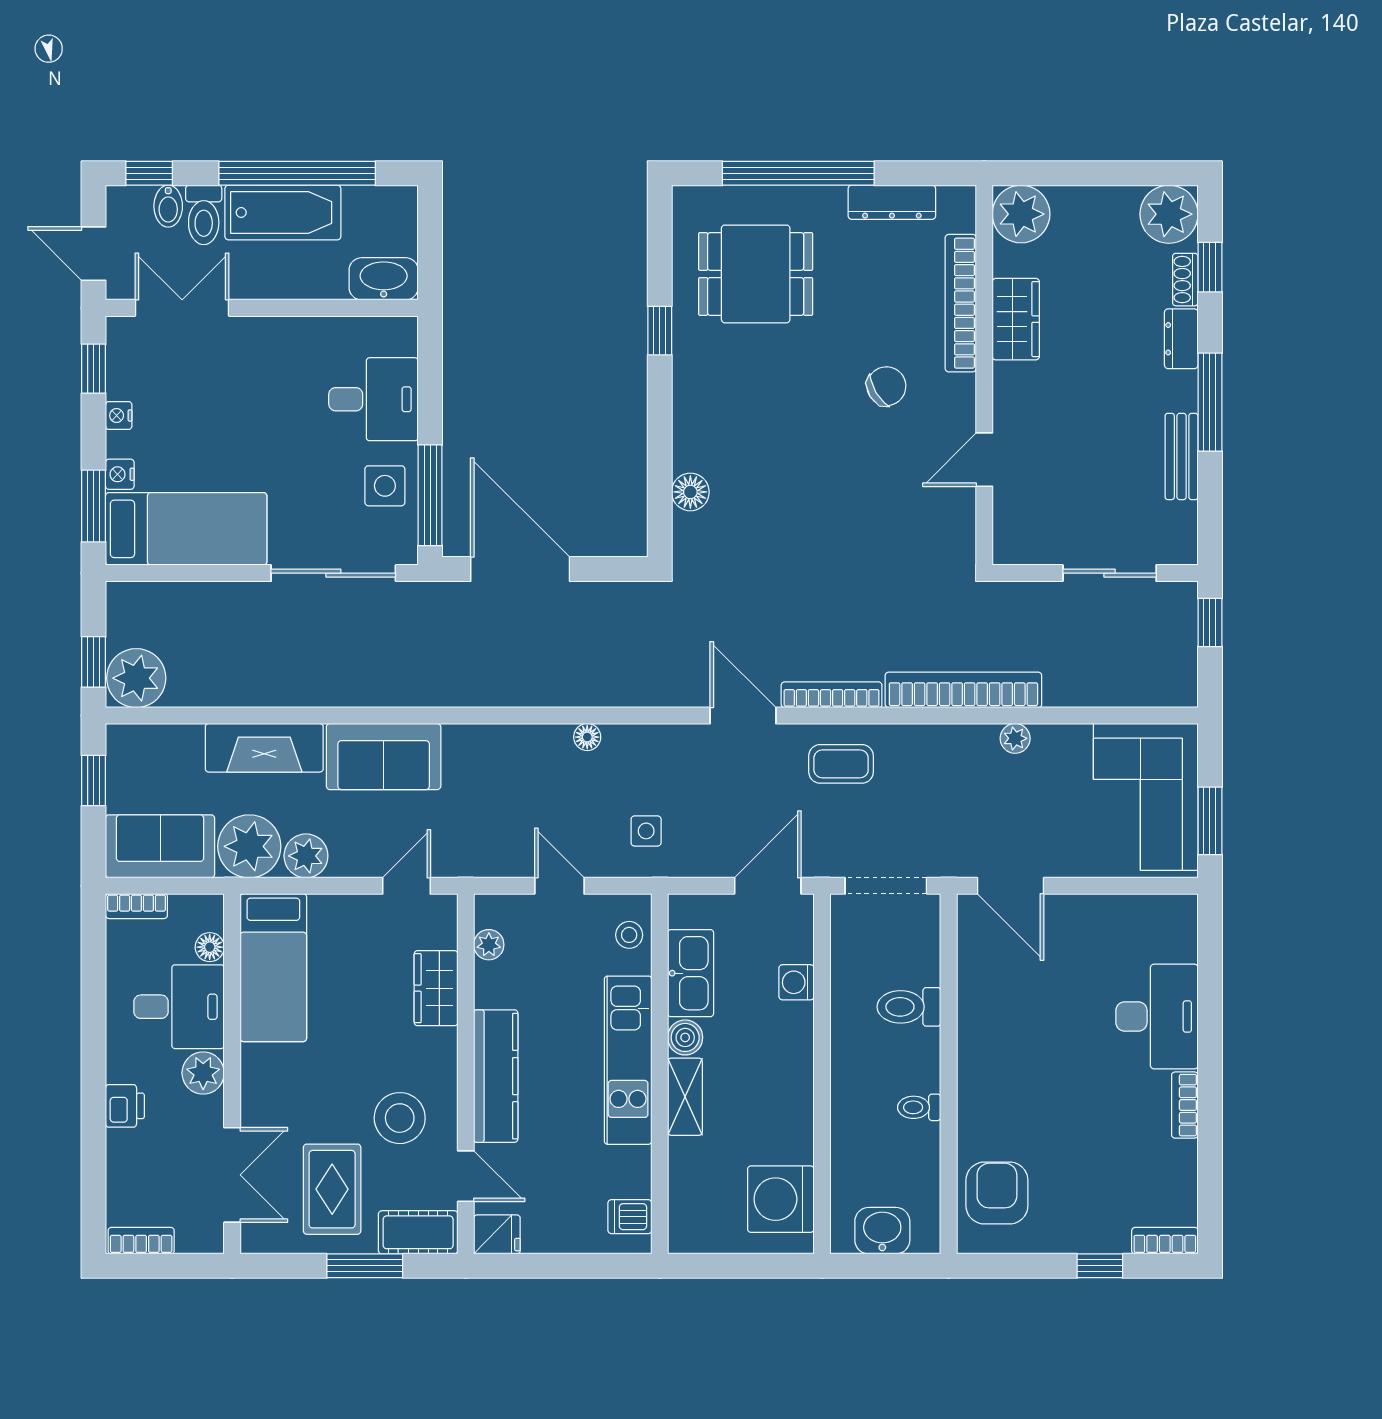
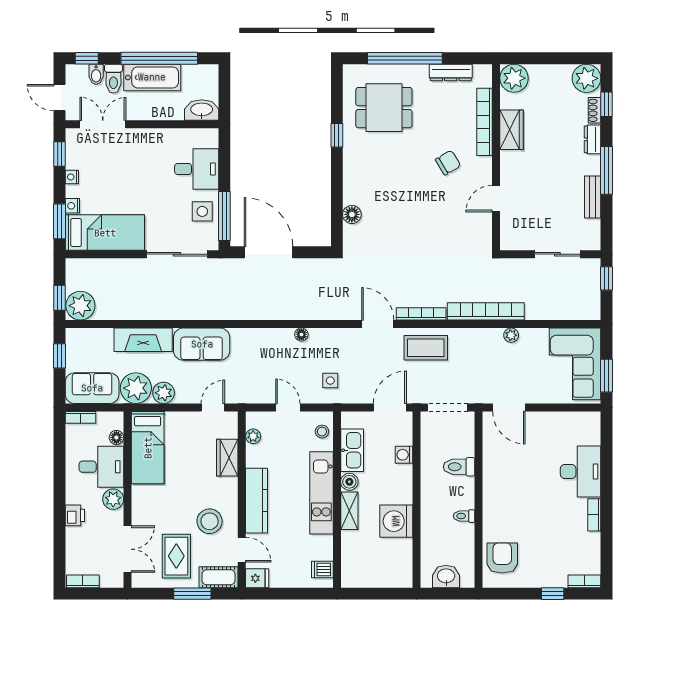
coffee table: (841, 764) -> (426, 348), width x1.36, depth x1.30
washing machine: (781, 1199) -> (396, 521), moved

